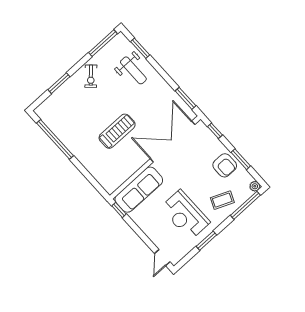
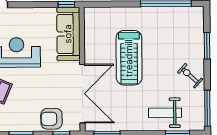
treadmill: (117, 131) -> (129, 58), width x1.37, depth x1.38
armchair: (225, 165) -> (52, 119), moved

